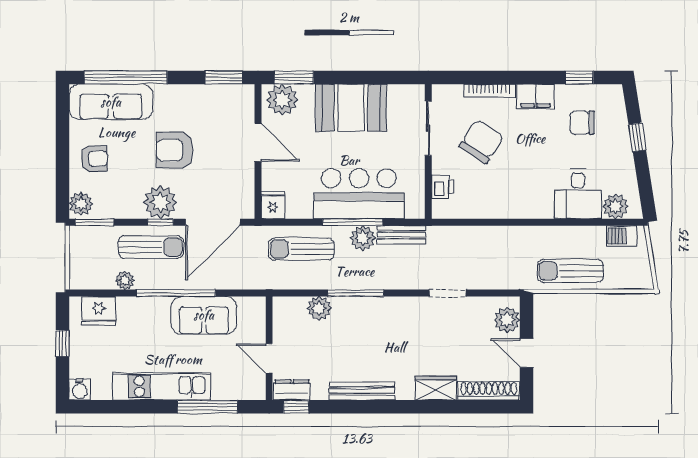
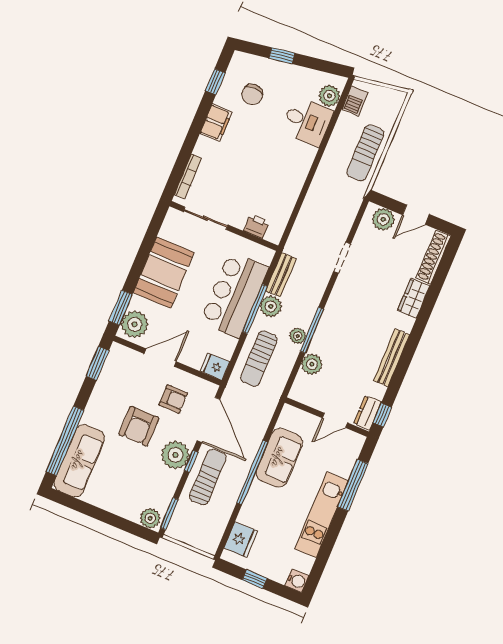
bookcase: (489, 91) -> (188, 176), moved
chair: (482, 141) -> (234, 180), removed
armchair: (94, 158) -> (173, 399), moved, turned 91
plant: (125, 280) -> (298, 336), moved

